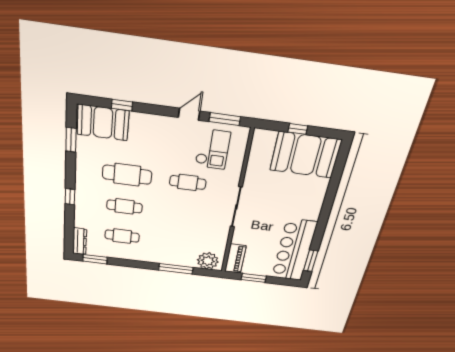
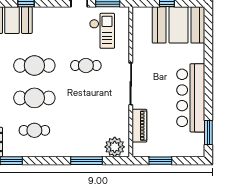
cafe table: (125, 206) -> (34, 98), width x1.37, depth x1.35
bar counter: (294, 250) -> (191, 98), moved
piano: (235, 259) -> (139, 126), moved

